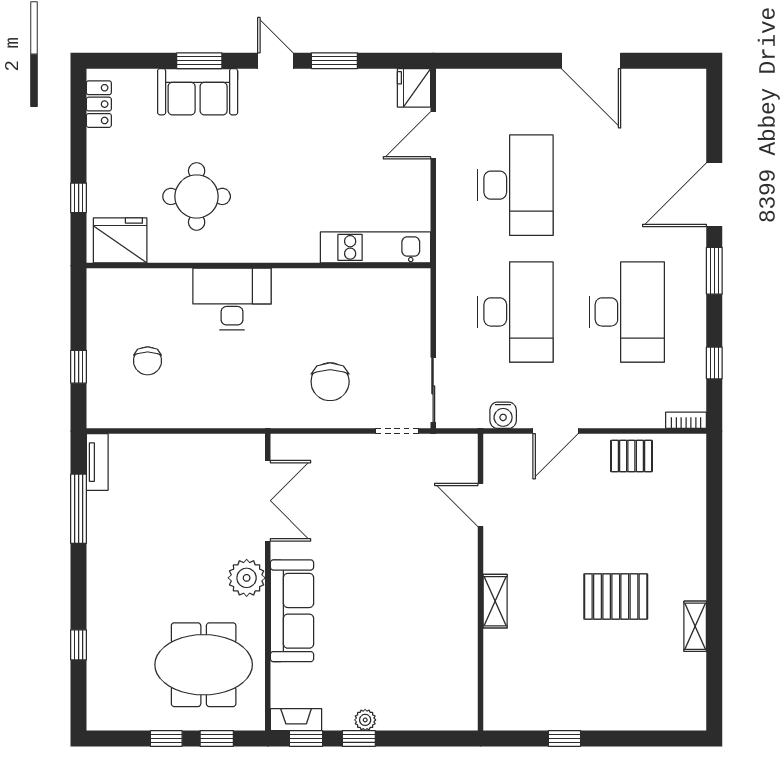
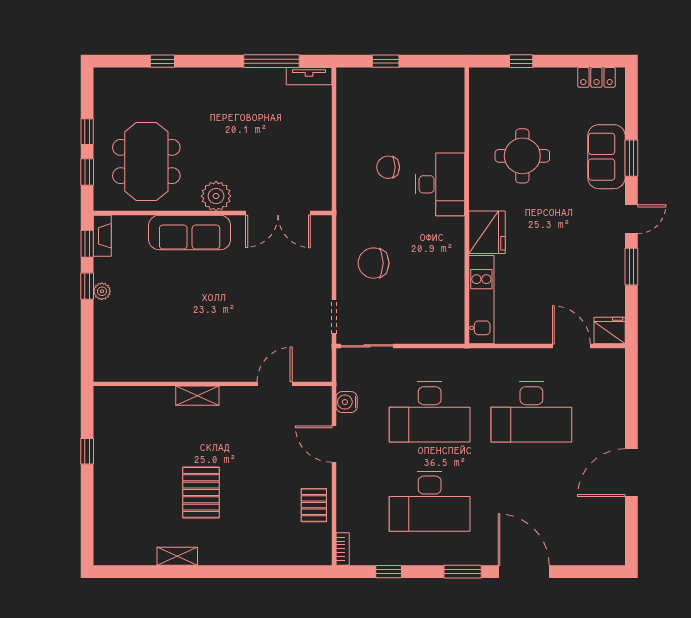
fridge: (120, 240) -> (487, 232), moved
chair: (148, 361) -> (388, 167), moved

